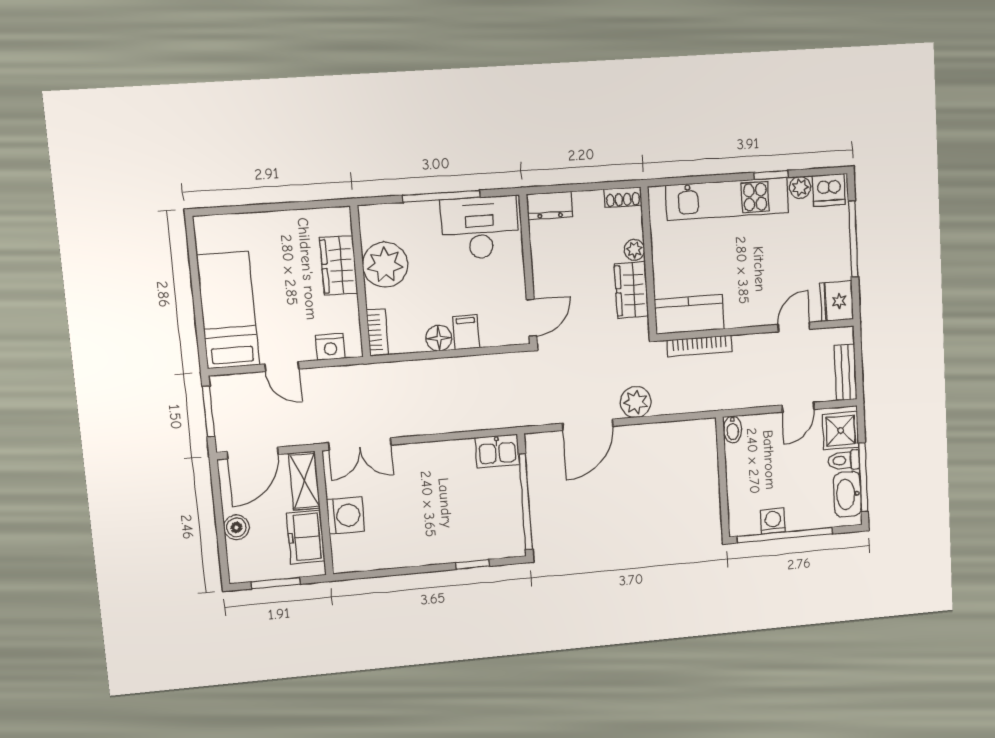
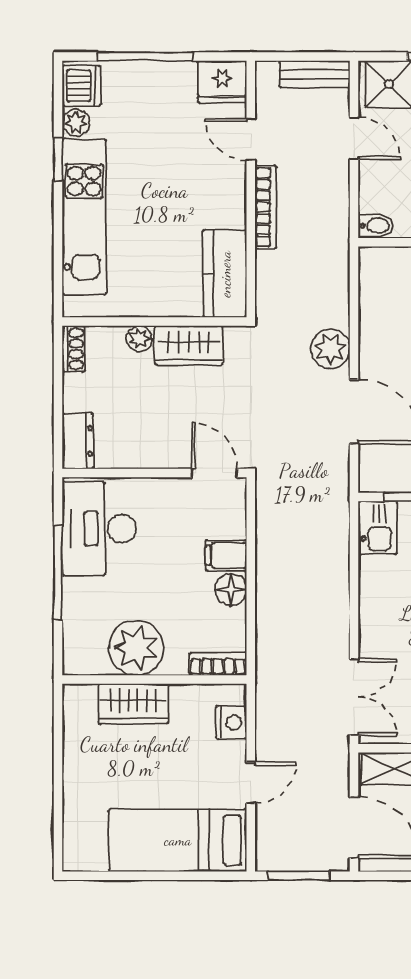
bookcase: (700, 346) -> (266, 207), moved

